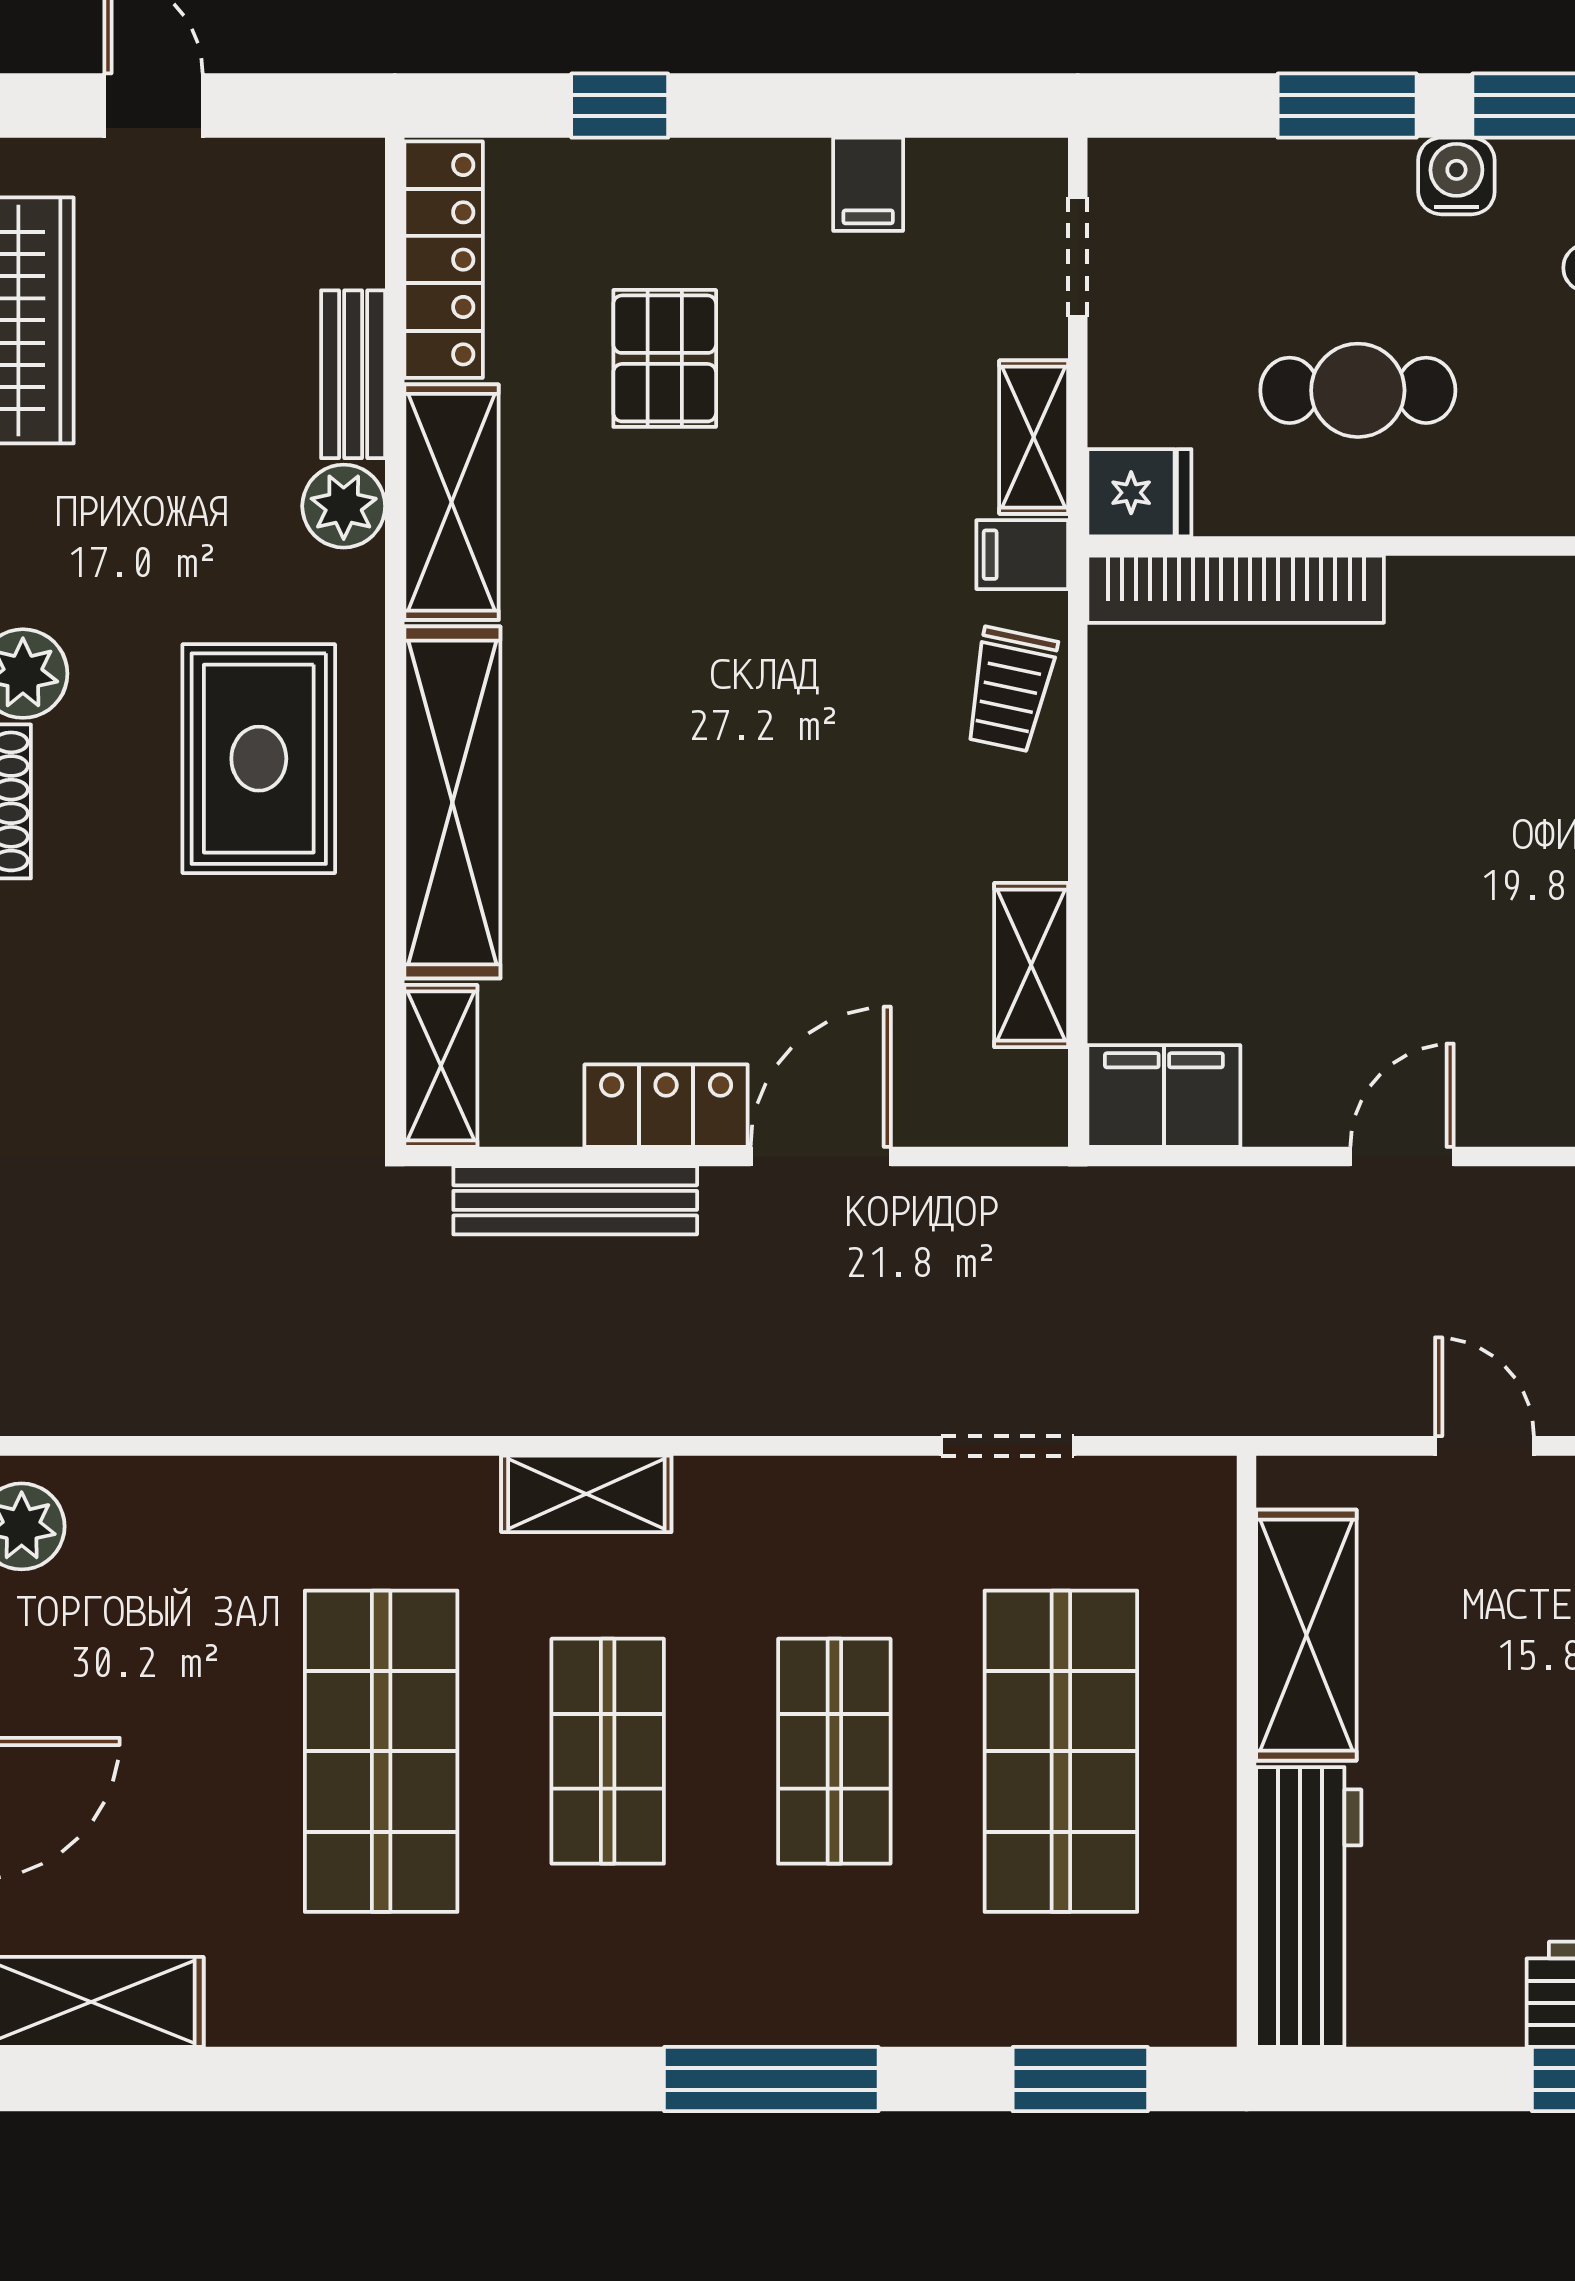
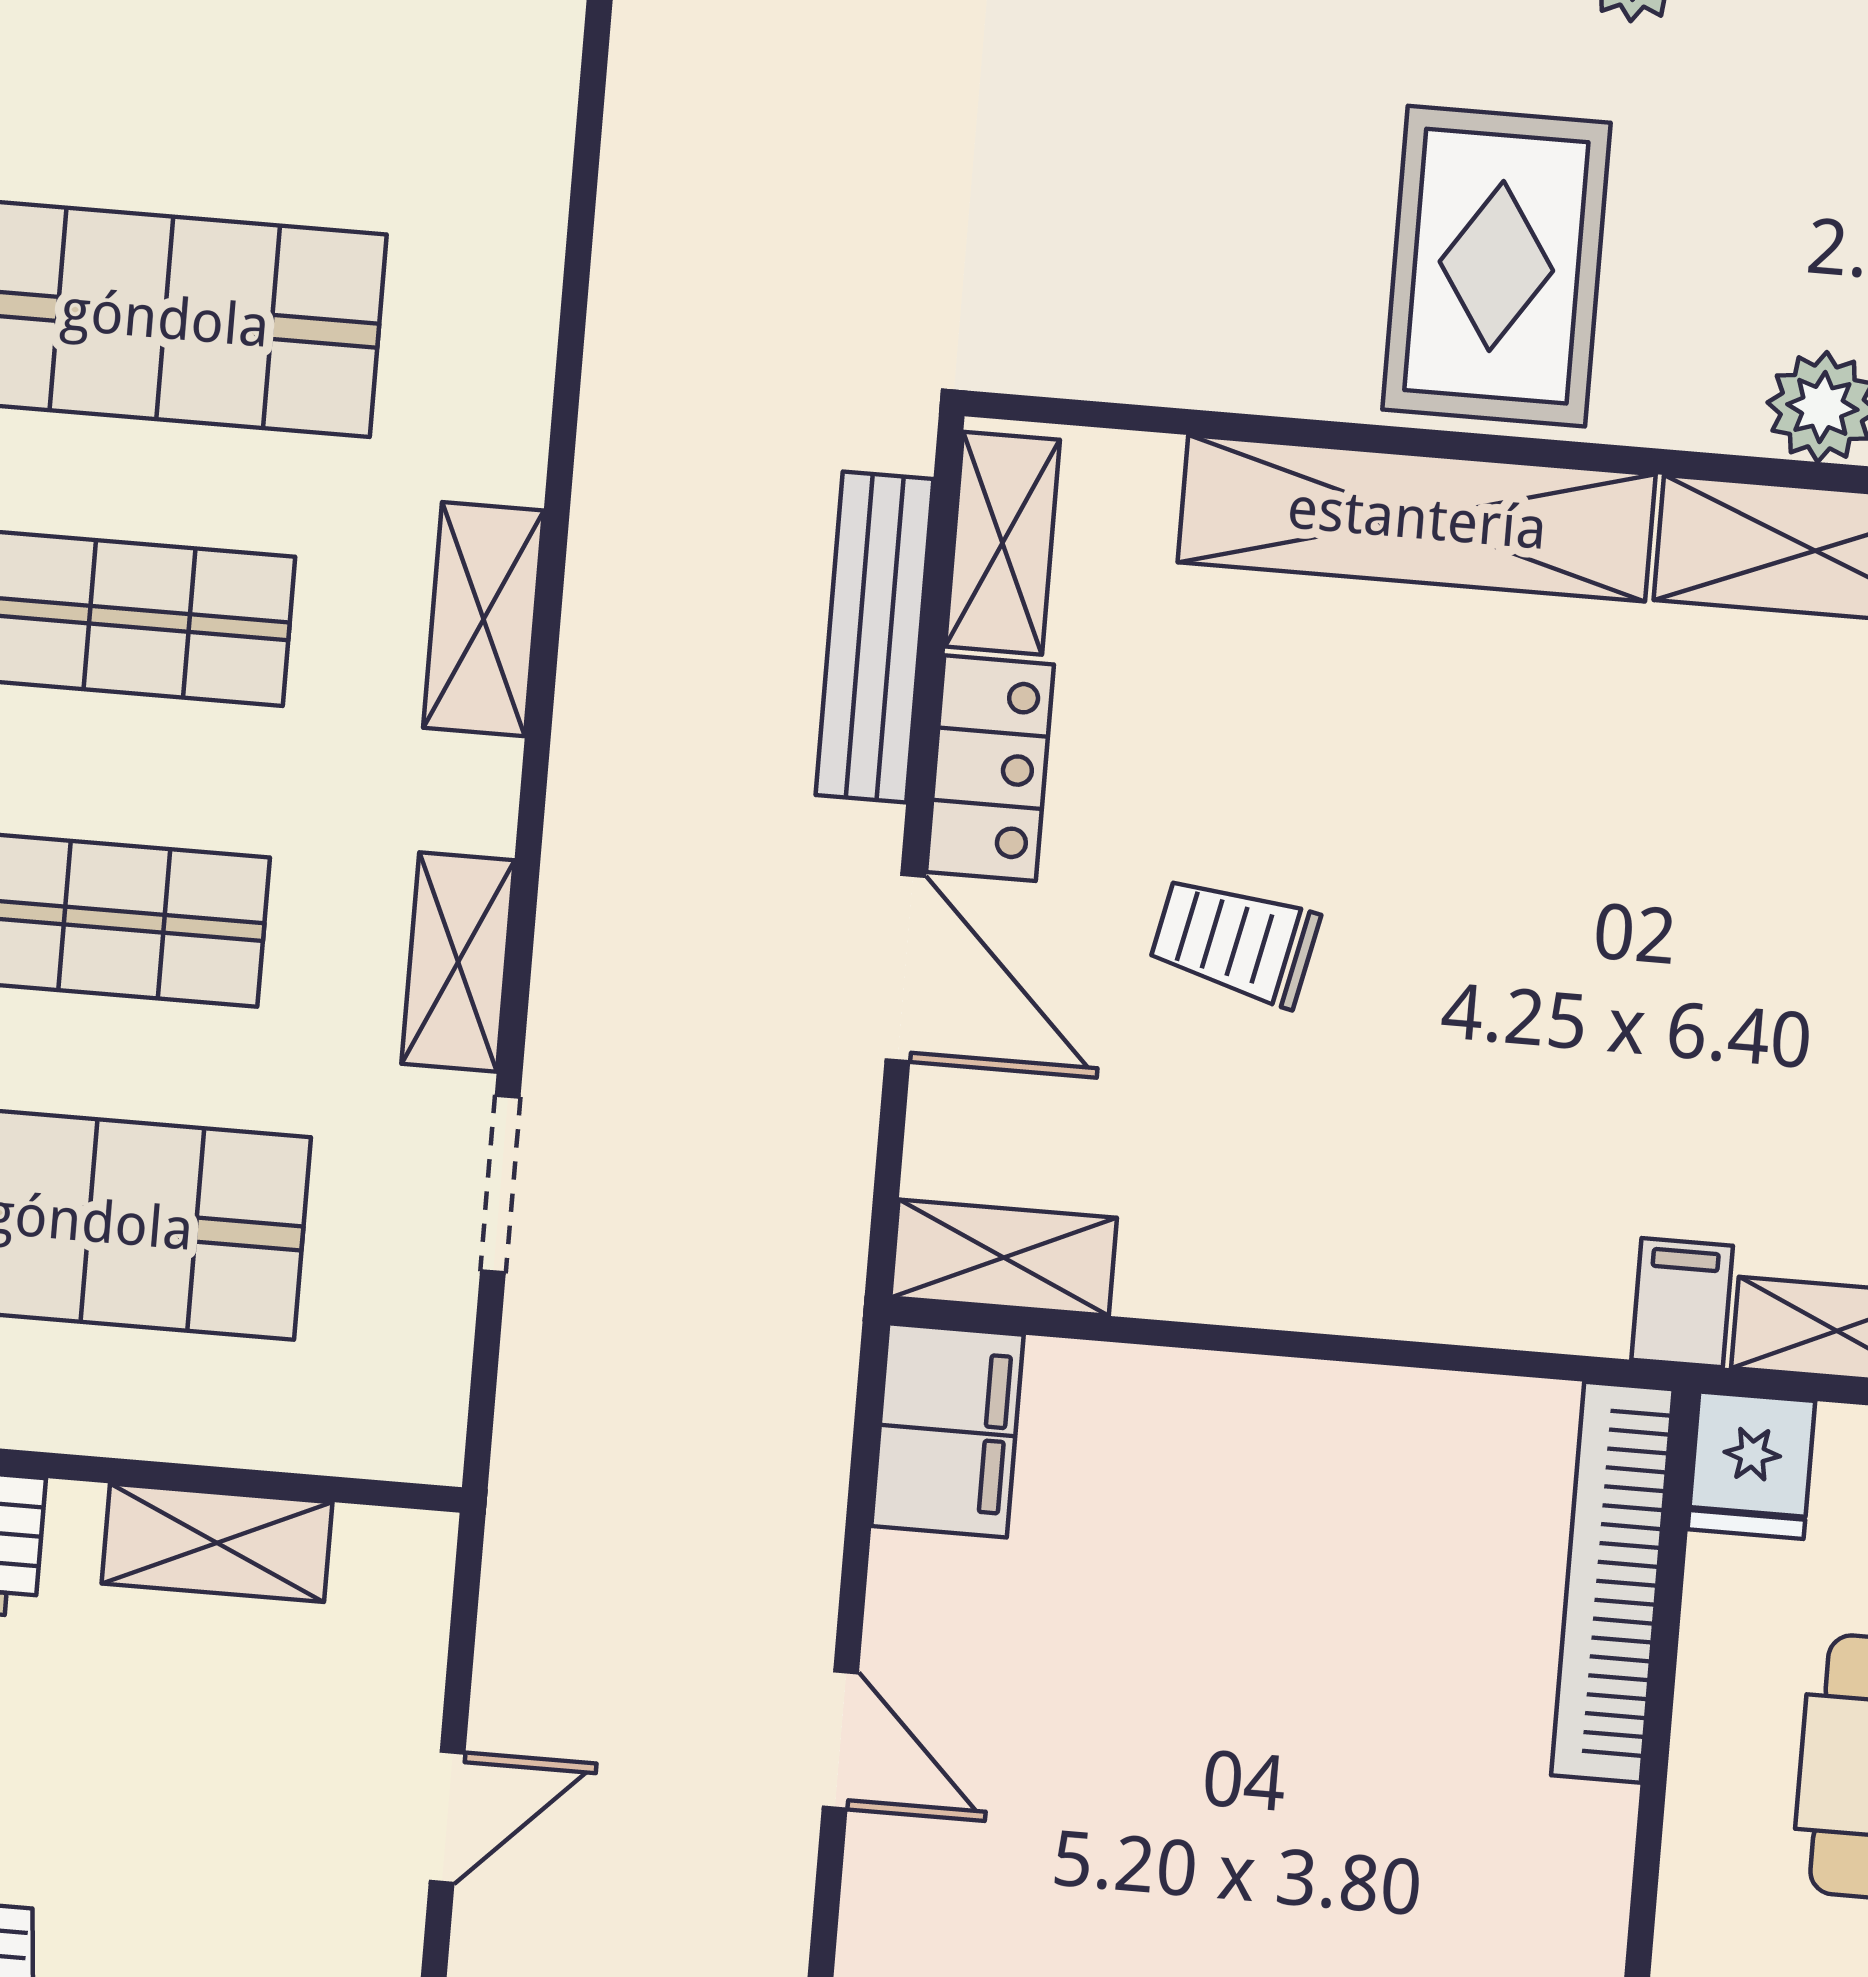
trolley: (1010, 690) -> (1235, 941), moved
rug: (259, 759) -> (1496, 266), turned 90
shelving: (1031, 965) -> (1004, 1258), moved
shelving: (441, 1066) -> (1003, 543), moved, turned 90
shelving: (844, 1491) -> (458, 962), added
shelving: (1306, 1635) -> (217, 1543), width x0.67, depth x0.75

